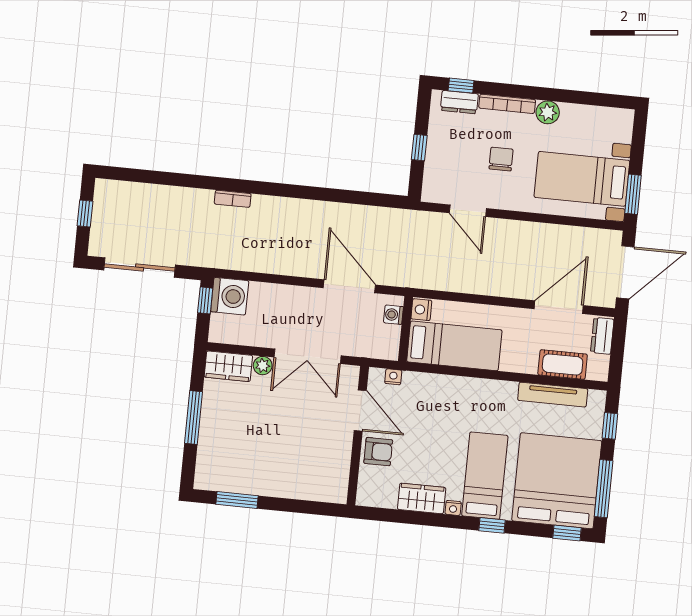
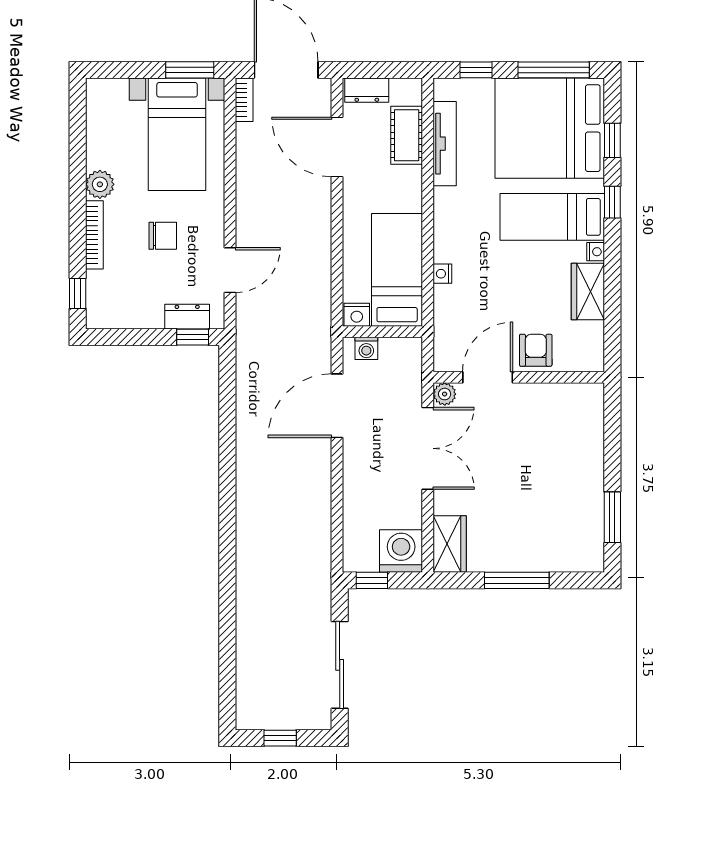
dresser: (459, 102) -> (187, 317), moved, turned -90
window: (419, 147) -> (193, 337), moved
chair: (501, 159) -> (163, 236), turned 180
bookcase: (233, 199) -> (244, 100), moved
washing machine: (230, 296) -> (401, 551), moved
plant: (263, 366) -> (445, 394), moved
nightstand: (393, 377) -> (442, 274), moved
window: (567, 533) -> (612, 140), moved

